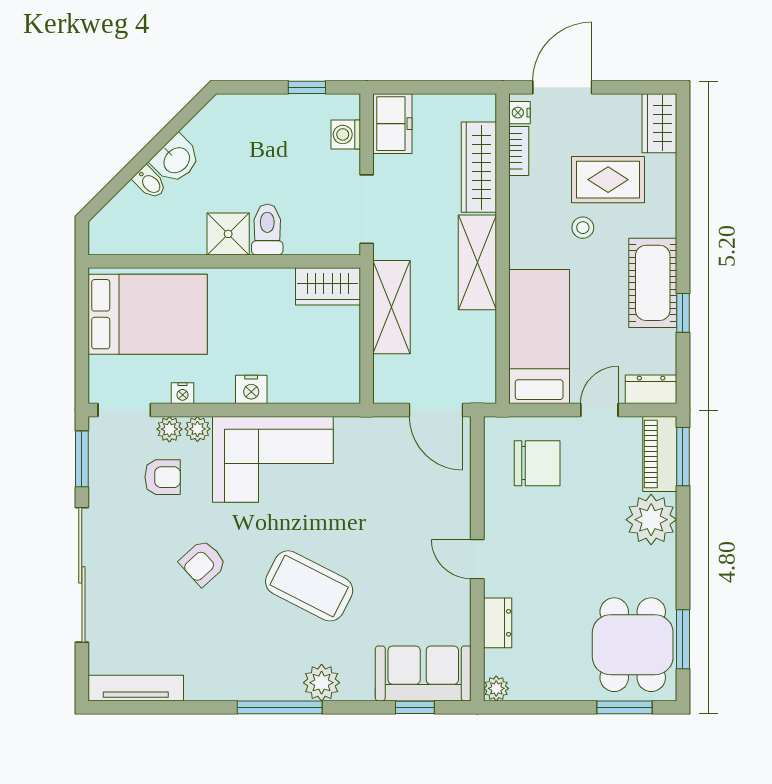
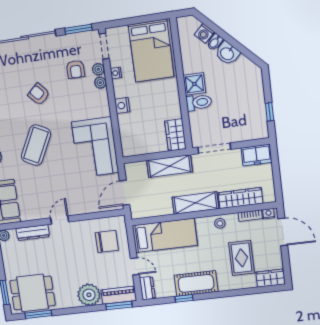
washing machine: (346, 134) -> (204, 33), moved, turned -135
stool: (583, 228) -> (220, 223), moved
corner sofa: (273, 459) -> (95, 147), moved
chair: (537, 463) -> (107, 241), turned -90
dresser: (498, 623) -> (33, 233), width x1.44

